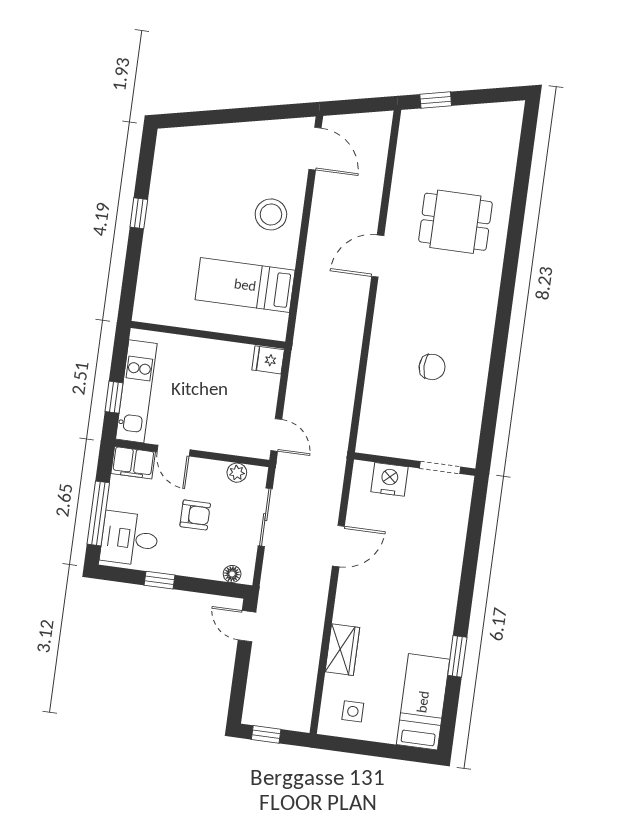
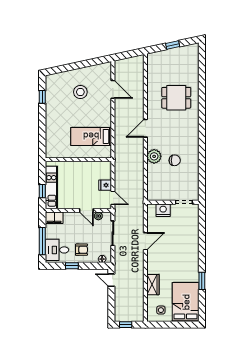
window: (436, 100) -> (173, 45), moved
door: (315, 149) -> (113, 89), moved
window: (139, 213) -> (42, 97), moved
stool: (271, 214) -> (80, 92), moved
door: (378, 256) -> (145, 128), moved
plant: (385, 351) -> (154, 156), added
fridge: (268, 360) -> (105, 185), moved
door: (173, 451) -> (86, 210), moved
armchair: (195, 515) -> (81, 250), moved
bed: (423, 702) -> (186, 302), width x1.50

